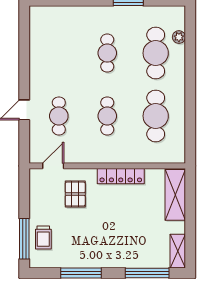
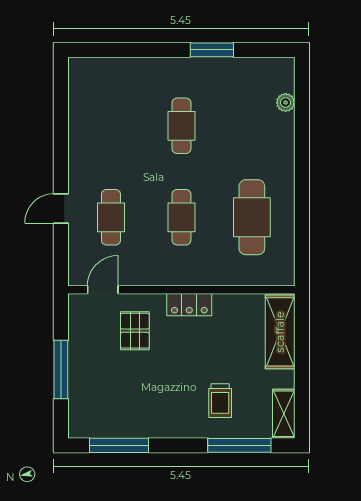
cafe table: (156, 53) -> (252, 126), removed
locker: (121, 176) -> (189, 305), width x0.66
trolley: (43, 237) -> (220, 401), moved
window: (24, 239) -> (61, 370), moved
window: (81, 273) -> (119, 445), moved

